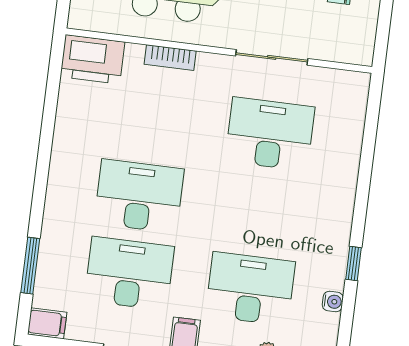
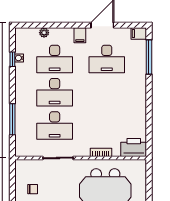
window: (366, 161) -> (12, 119), added
desk: (139, 196) -> (55, 92), moved
window: (353, 263) -> (12, 59), moved
window: (30, 266) -> (149, 57), width x1.44

